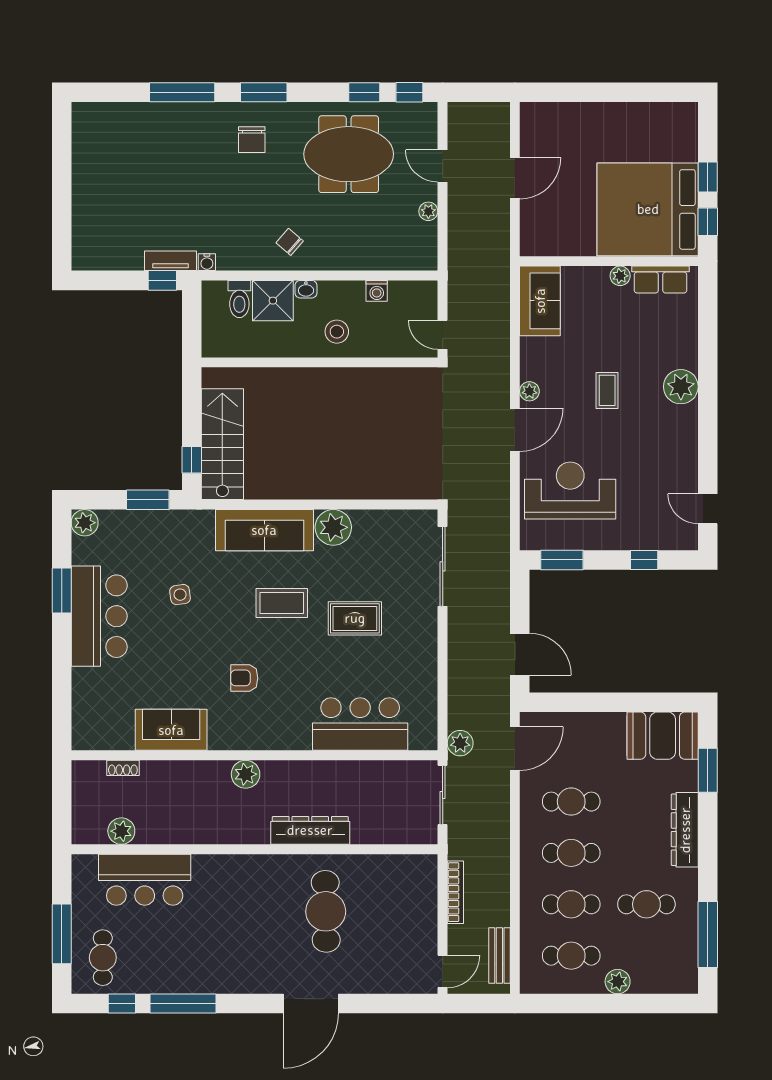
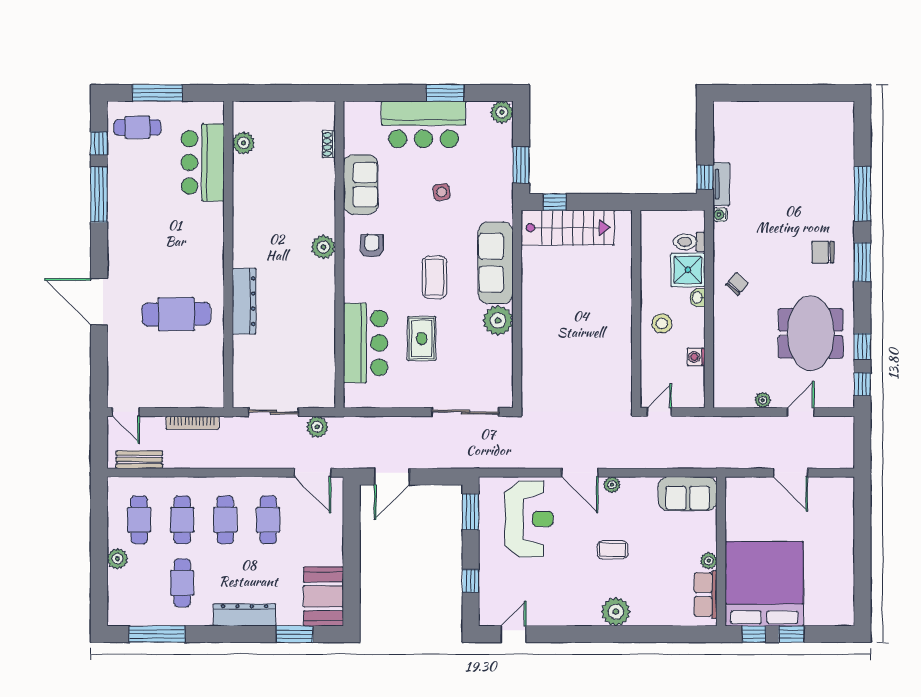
bar counter: (360, 724) -> (365, 343), moved
sofa: (171, 730) -> (361, 185), moved
wall: (254, 755) -> (339, 254), moved
shoe rack: (123, 768) -> (329, 144), moved
plant: (246, 774) -> (323, 247), moved

